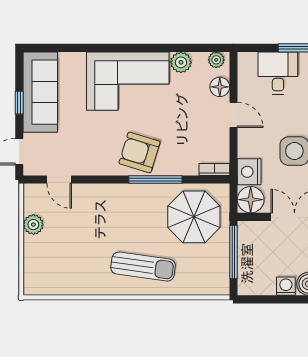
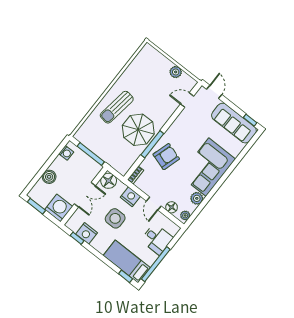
window: (19, 103) -> (250, 120), moved
door: (233, 115) -> (154, 204), hinge flipped
armchair: (140, 152) -> (166, 157), moved
nightstand: (249, 172) -> (130, 197), moved
parasol: (194, 217) -> (138, 130), moved
washing machine: (286, 286) -> (66, 153), moved

